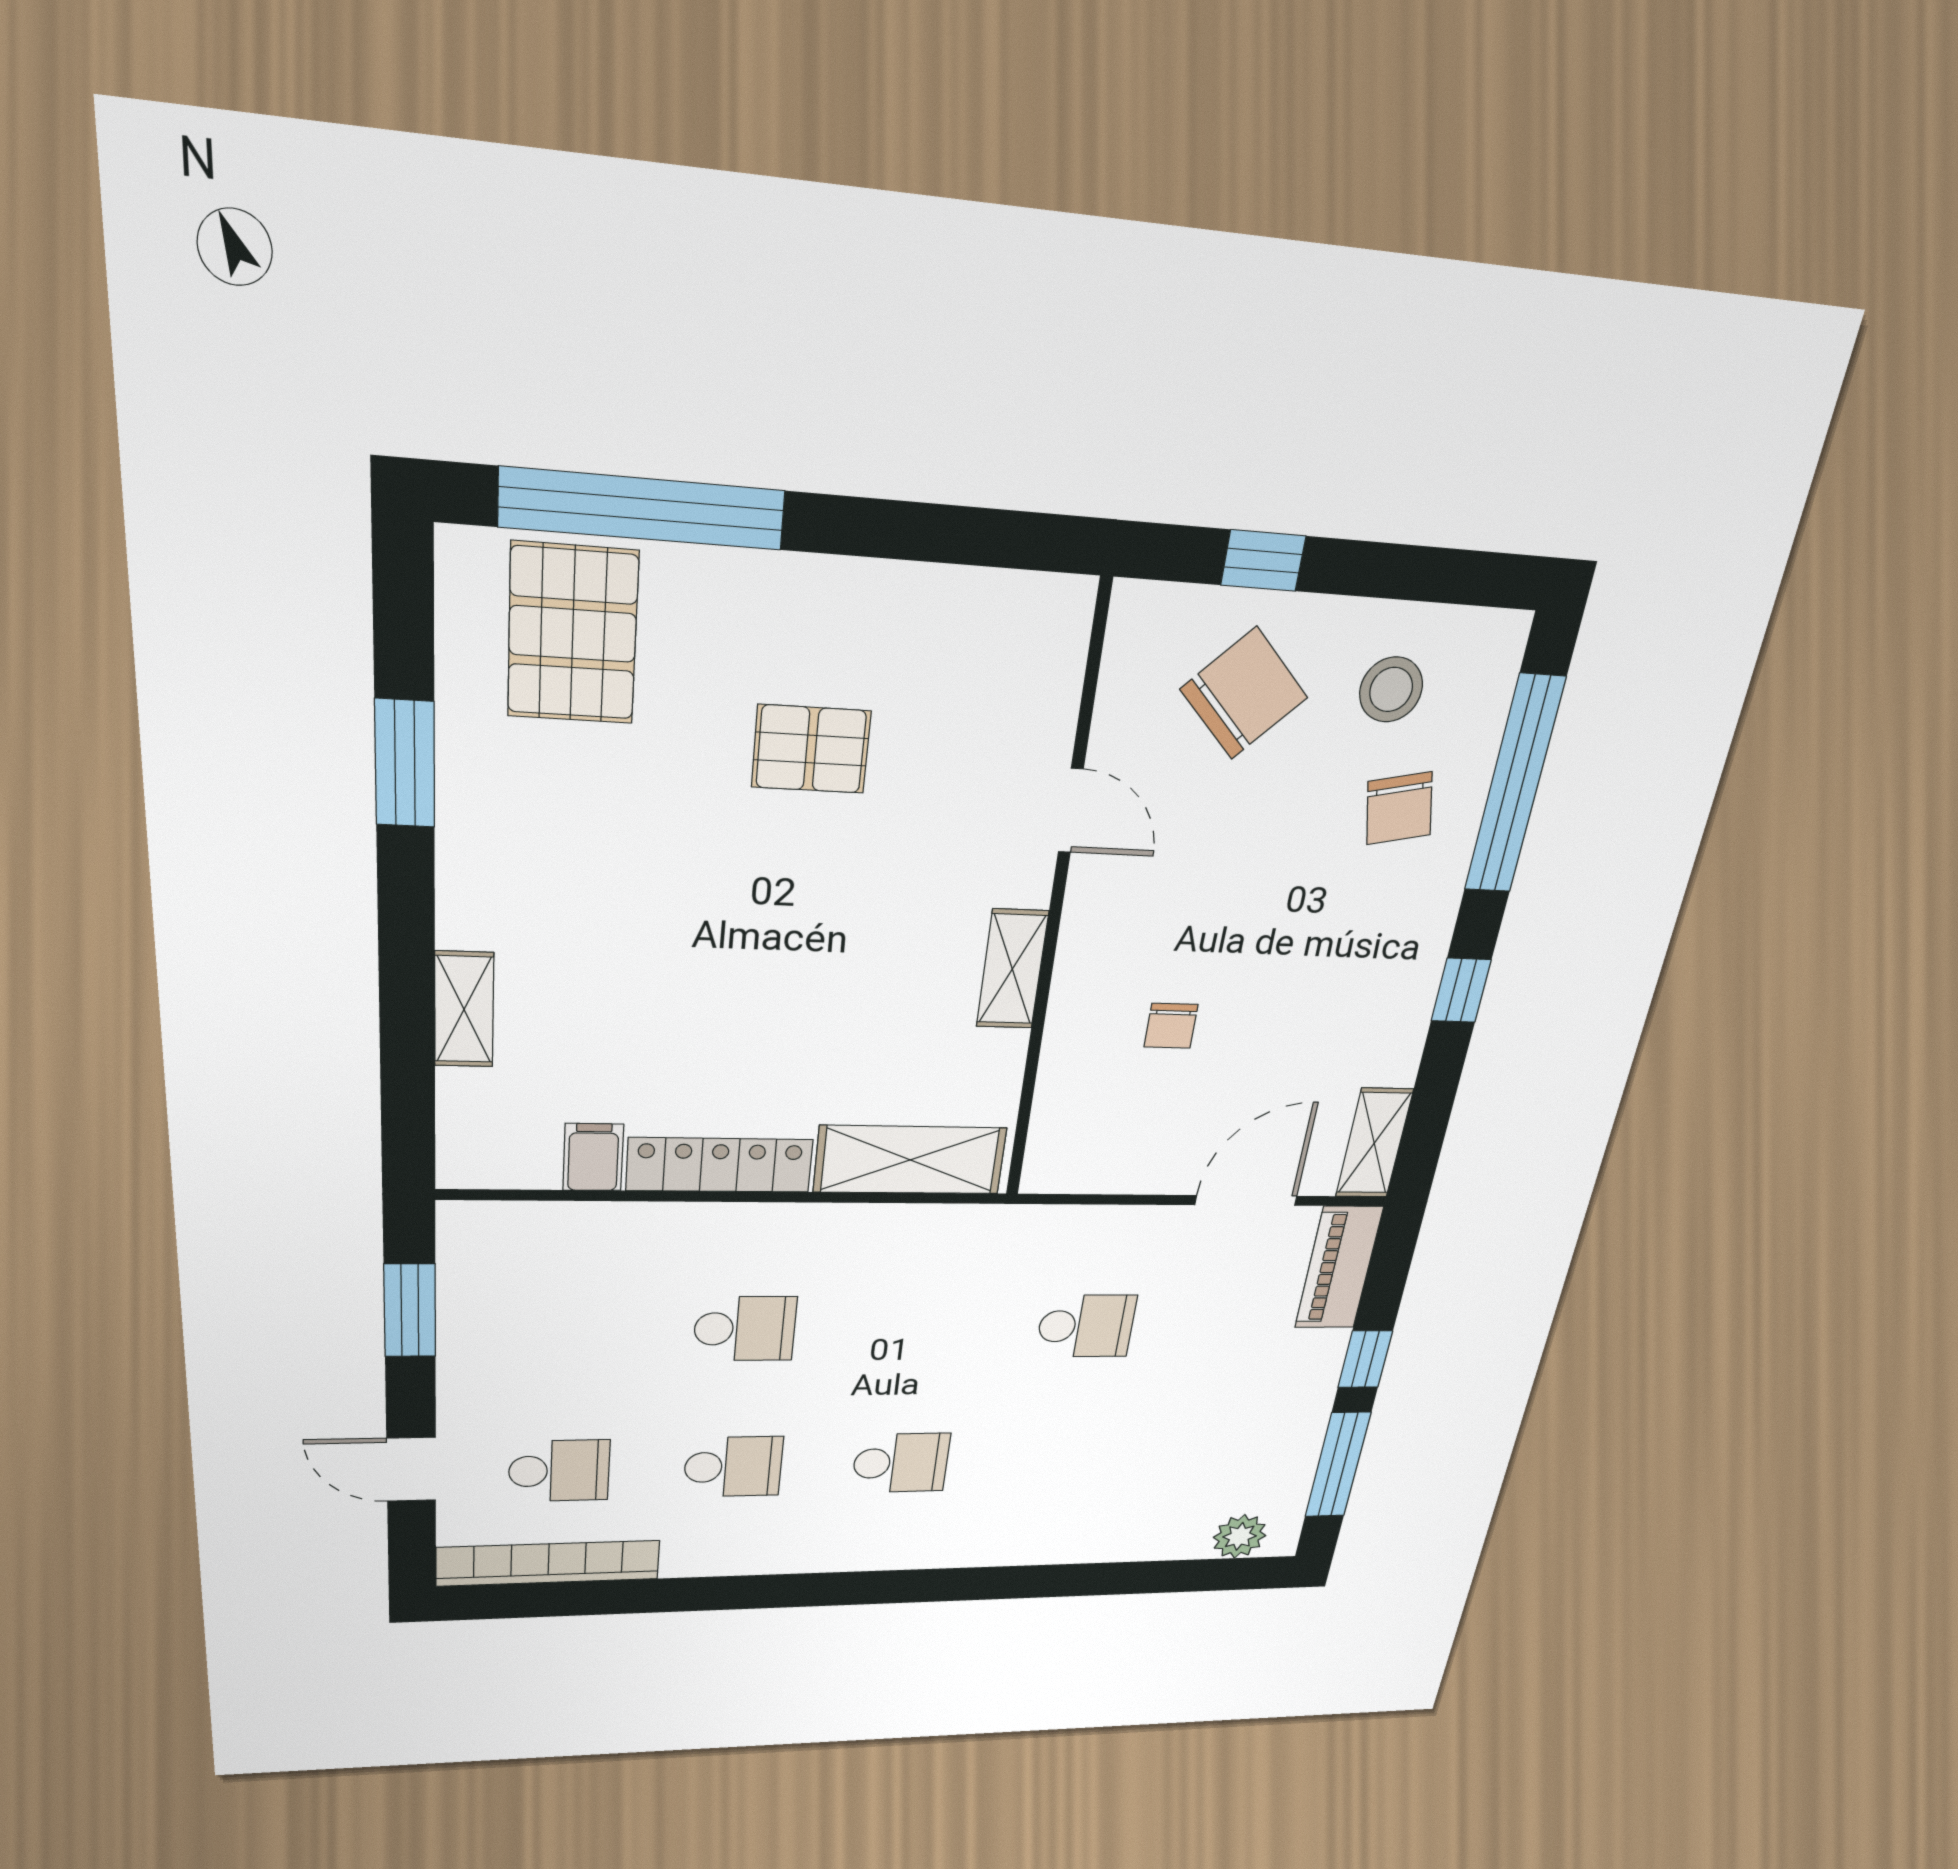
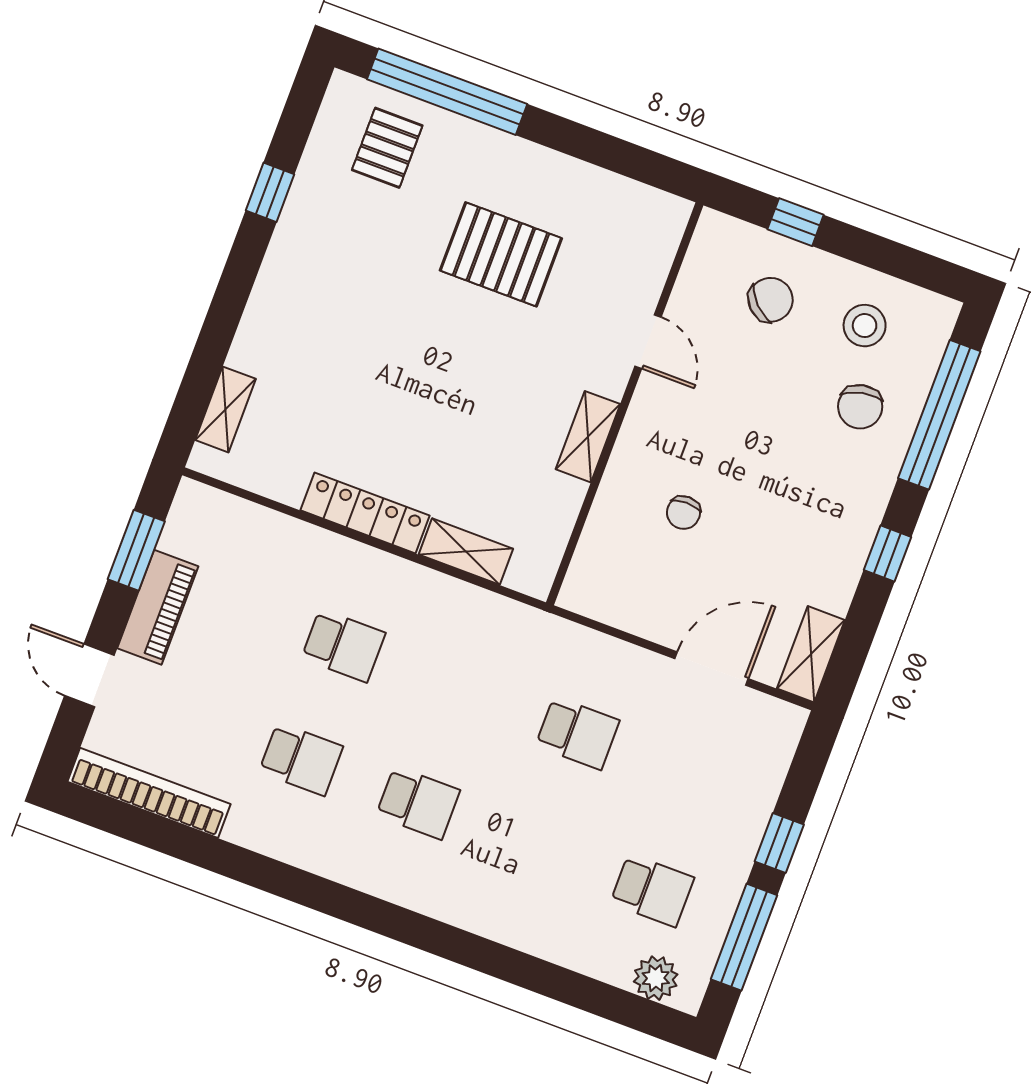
pallet: (573, 634) -> (387, 148), width x0.67, depth x0.71
chair: (1244, 693) -> (771, 300), width x0.73, depth x0.73
pallet: (811, 749) -> (501, 254), width x1.50, depth x1.42
window: (405, 764) -> (270, 192), width x0.67
shelving: (464, 1009) -> (226, 409), moved
filing cabinet: (593, 1157) -> (288, 479), removed
shelving: (910, 1160) -> (466, 552), width x0.67, depth x0.75
piano: (1339, 1268) -> (158, 607), moved, turned 180
school desk: (559, 1471) -> (652, 890), moved

